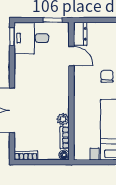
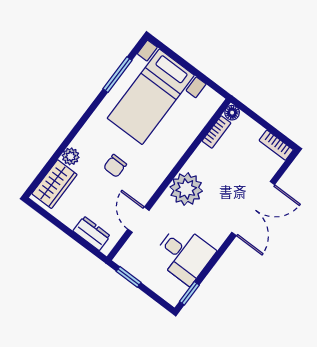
dresser: (80, 34) -> (92, 233), moved, turned 90
desk: (31, 38) -> (184, 254), moved
plant: (63, 119) -> (186, 189), moved, width x1.88, depth x1.88

